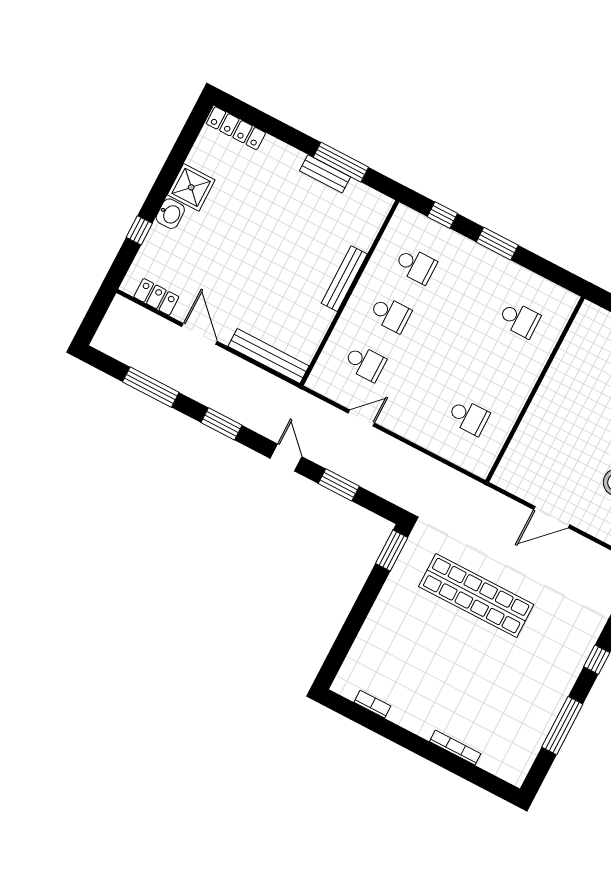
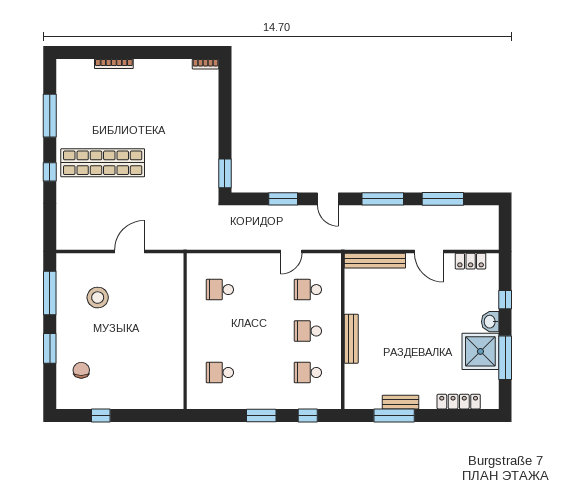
locker: (236, 128) -> (459, 402), moved
window: (175, 162) -> (505, 358), added
shower: (191, 187) -> (480, 351), width x1.37, depth x1.37
window: (222, 424) -> (383, 199), width x1.44
shop shelf: (476, 596) -> (103, 163), moved
bookcase: (372, 704) -> (206, 64), moved

